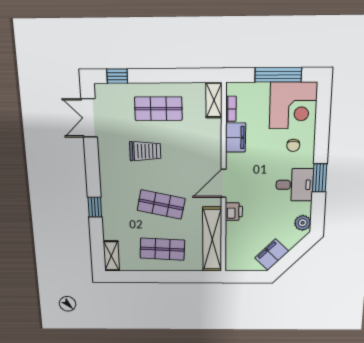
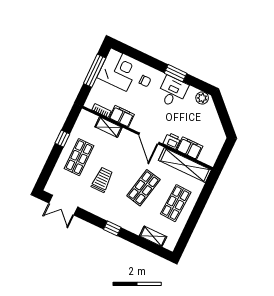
window: (117, 76) -> (62, 139), moved
shelving: (214, 100) -> (108, 127), moved
window: (95, 207) -> (112, 228), moved
filing cabinet: (272, 255) -> (190, 148), moved, turned 136
shelving: (111, 256) -> (153, 236), moved

